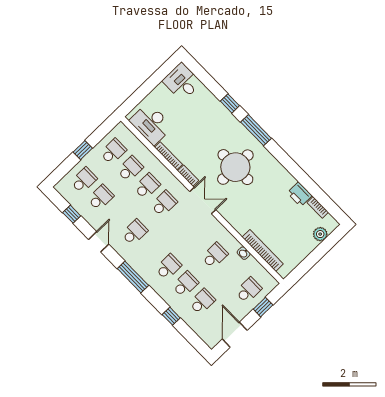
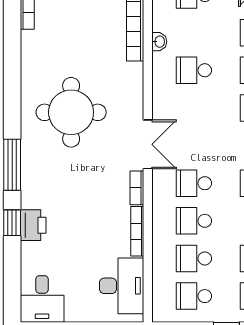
round table: (235, 167) -> (71, 112), moved
printer: (300, 194) -> (33, 225), moved
double door: (203, 201) -> (148, 144), swing flipped

